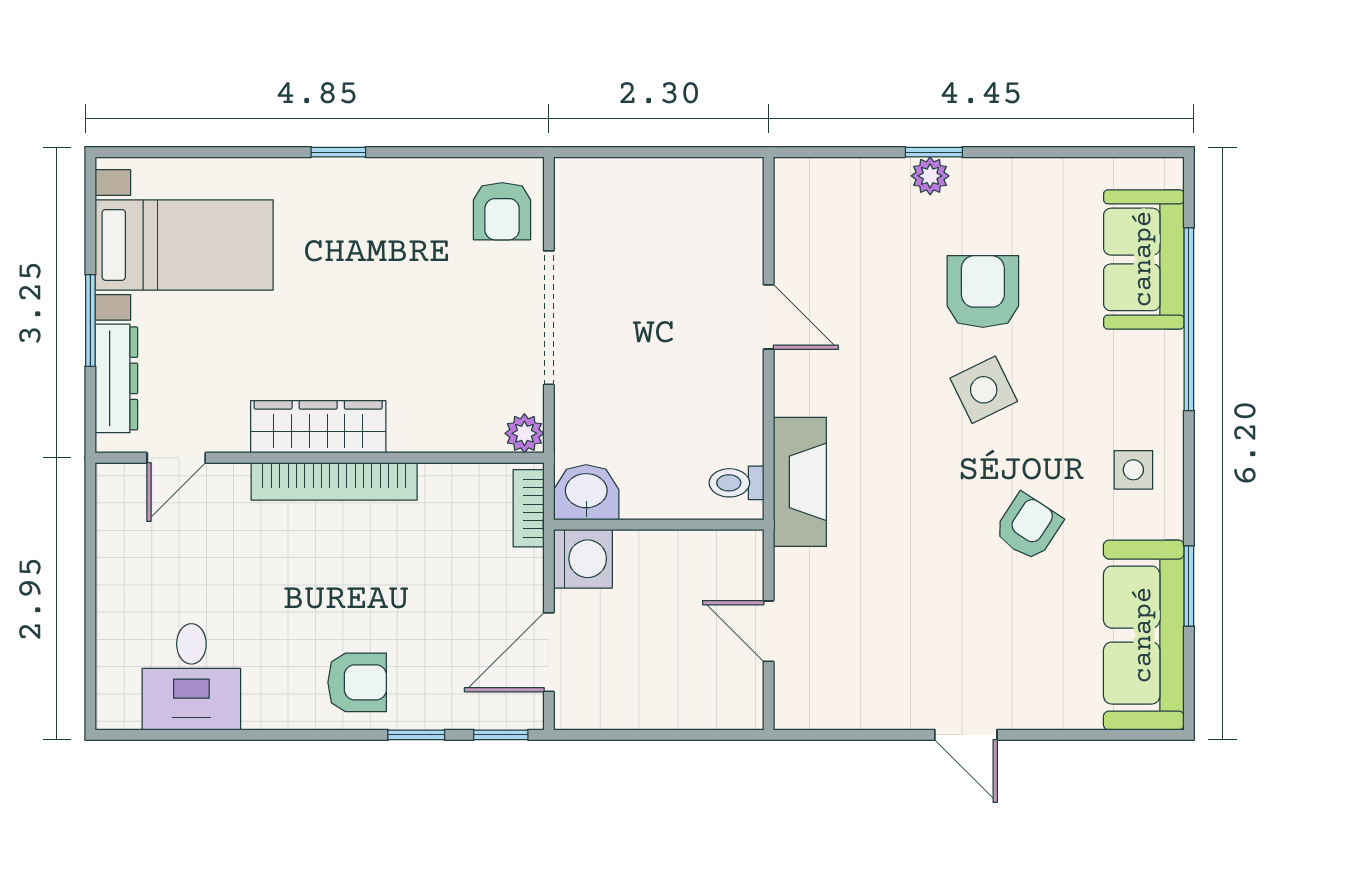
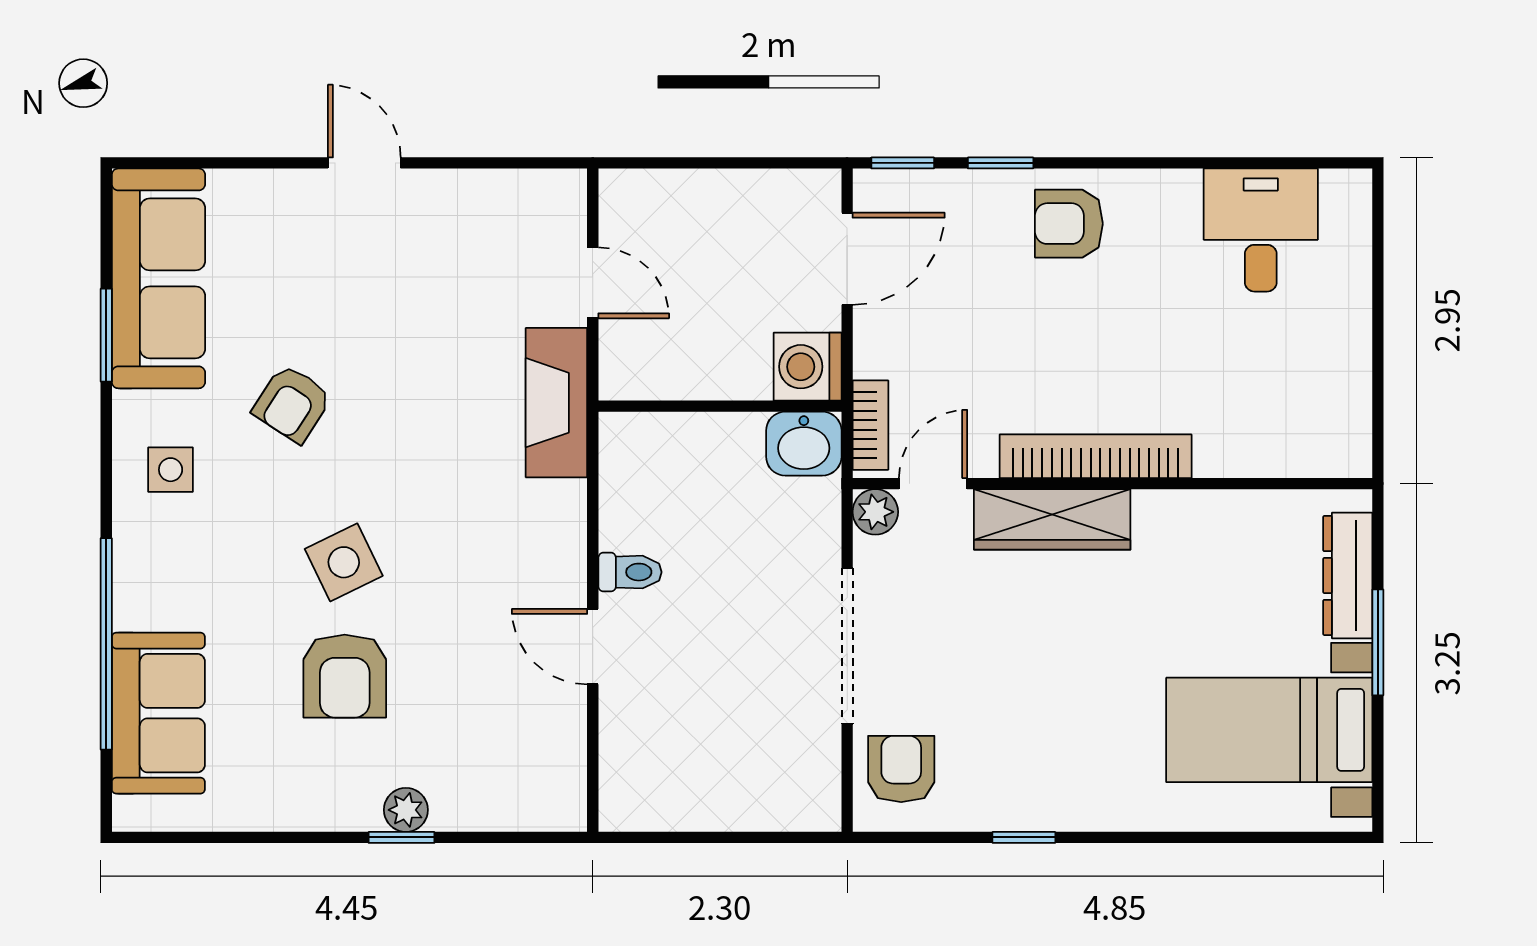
window: (338, 152) -> (1024, 837), moved
wardrobe: (318, 427) -> (1052, 519), moved
door: (176, 458) -> (933, 484), moved
fireplace: (800, 482) -> (556, 403), moved
toilet: (736, 483) -> (630, 572), moved

